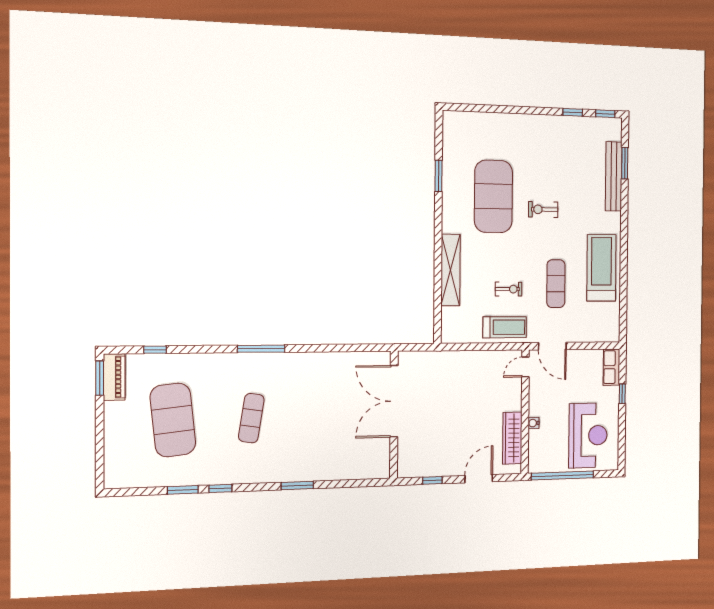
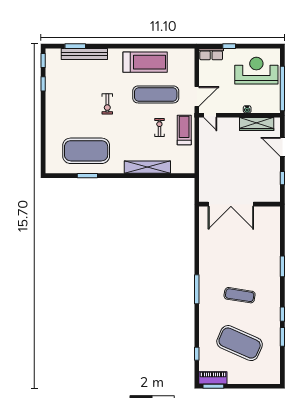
exercise mat: (493, 196) -> (86, 151), moved
treadmill: (601, 268) -> (145, 62), turned 180
exercise mat: (556, 284) -> (156, 94), width x1.36, depth x1.45
exercise mat: (173, 420) -> (240, 343), turned 30

